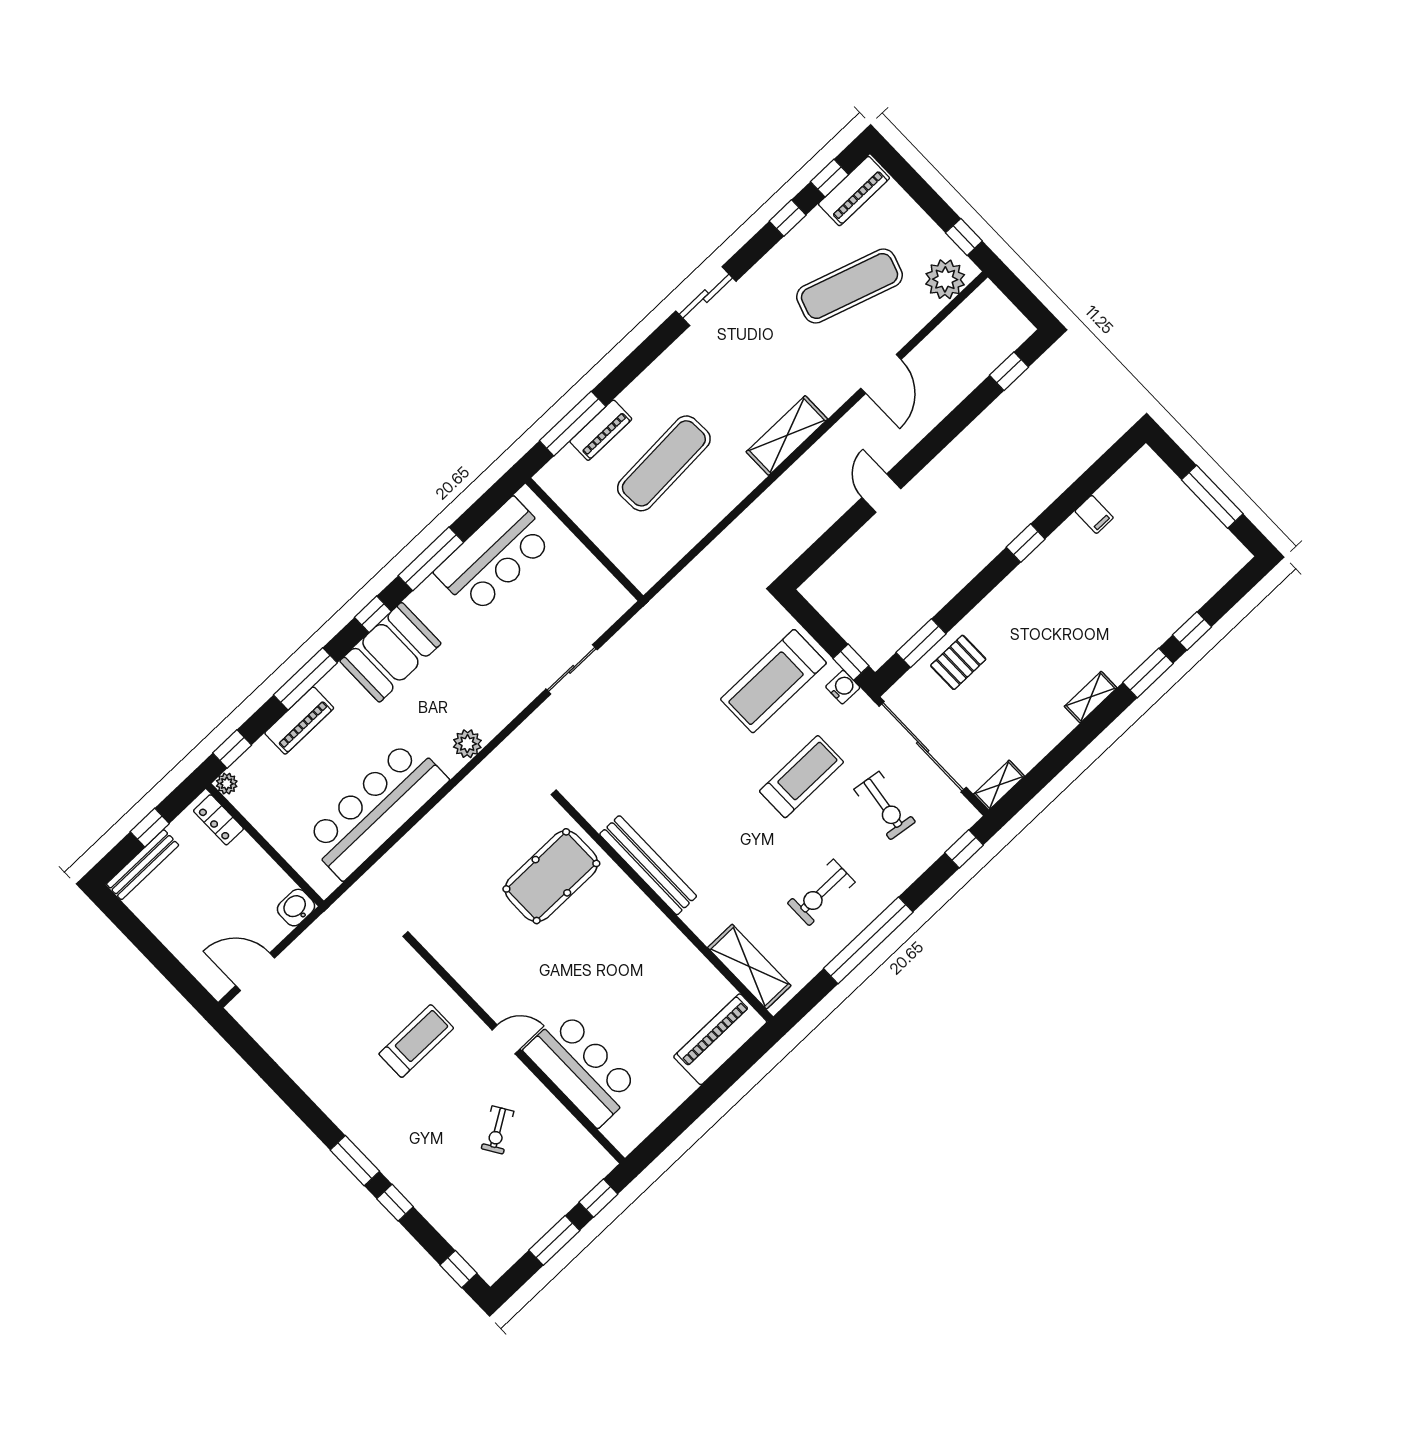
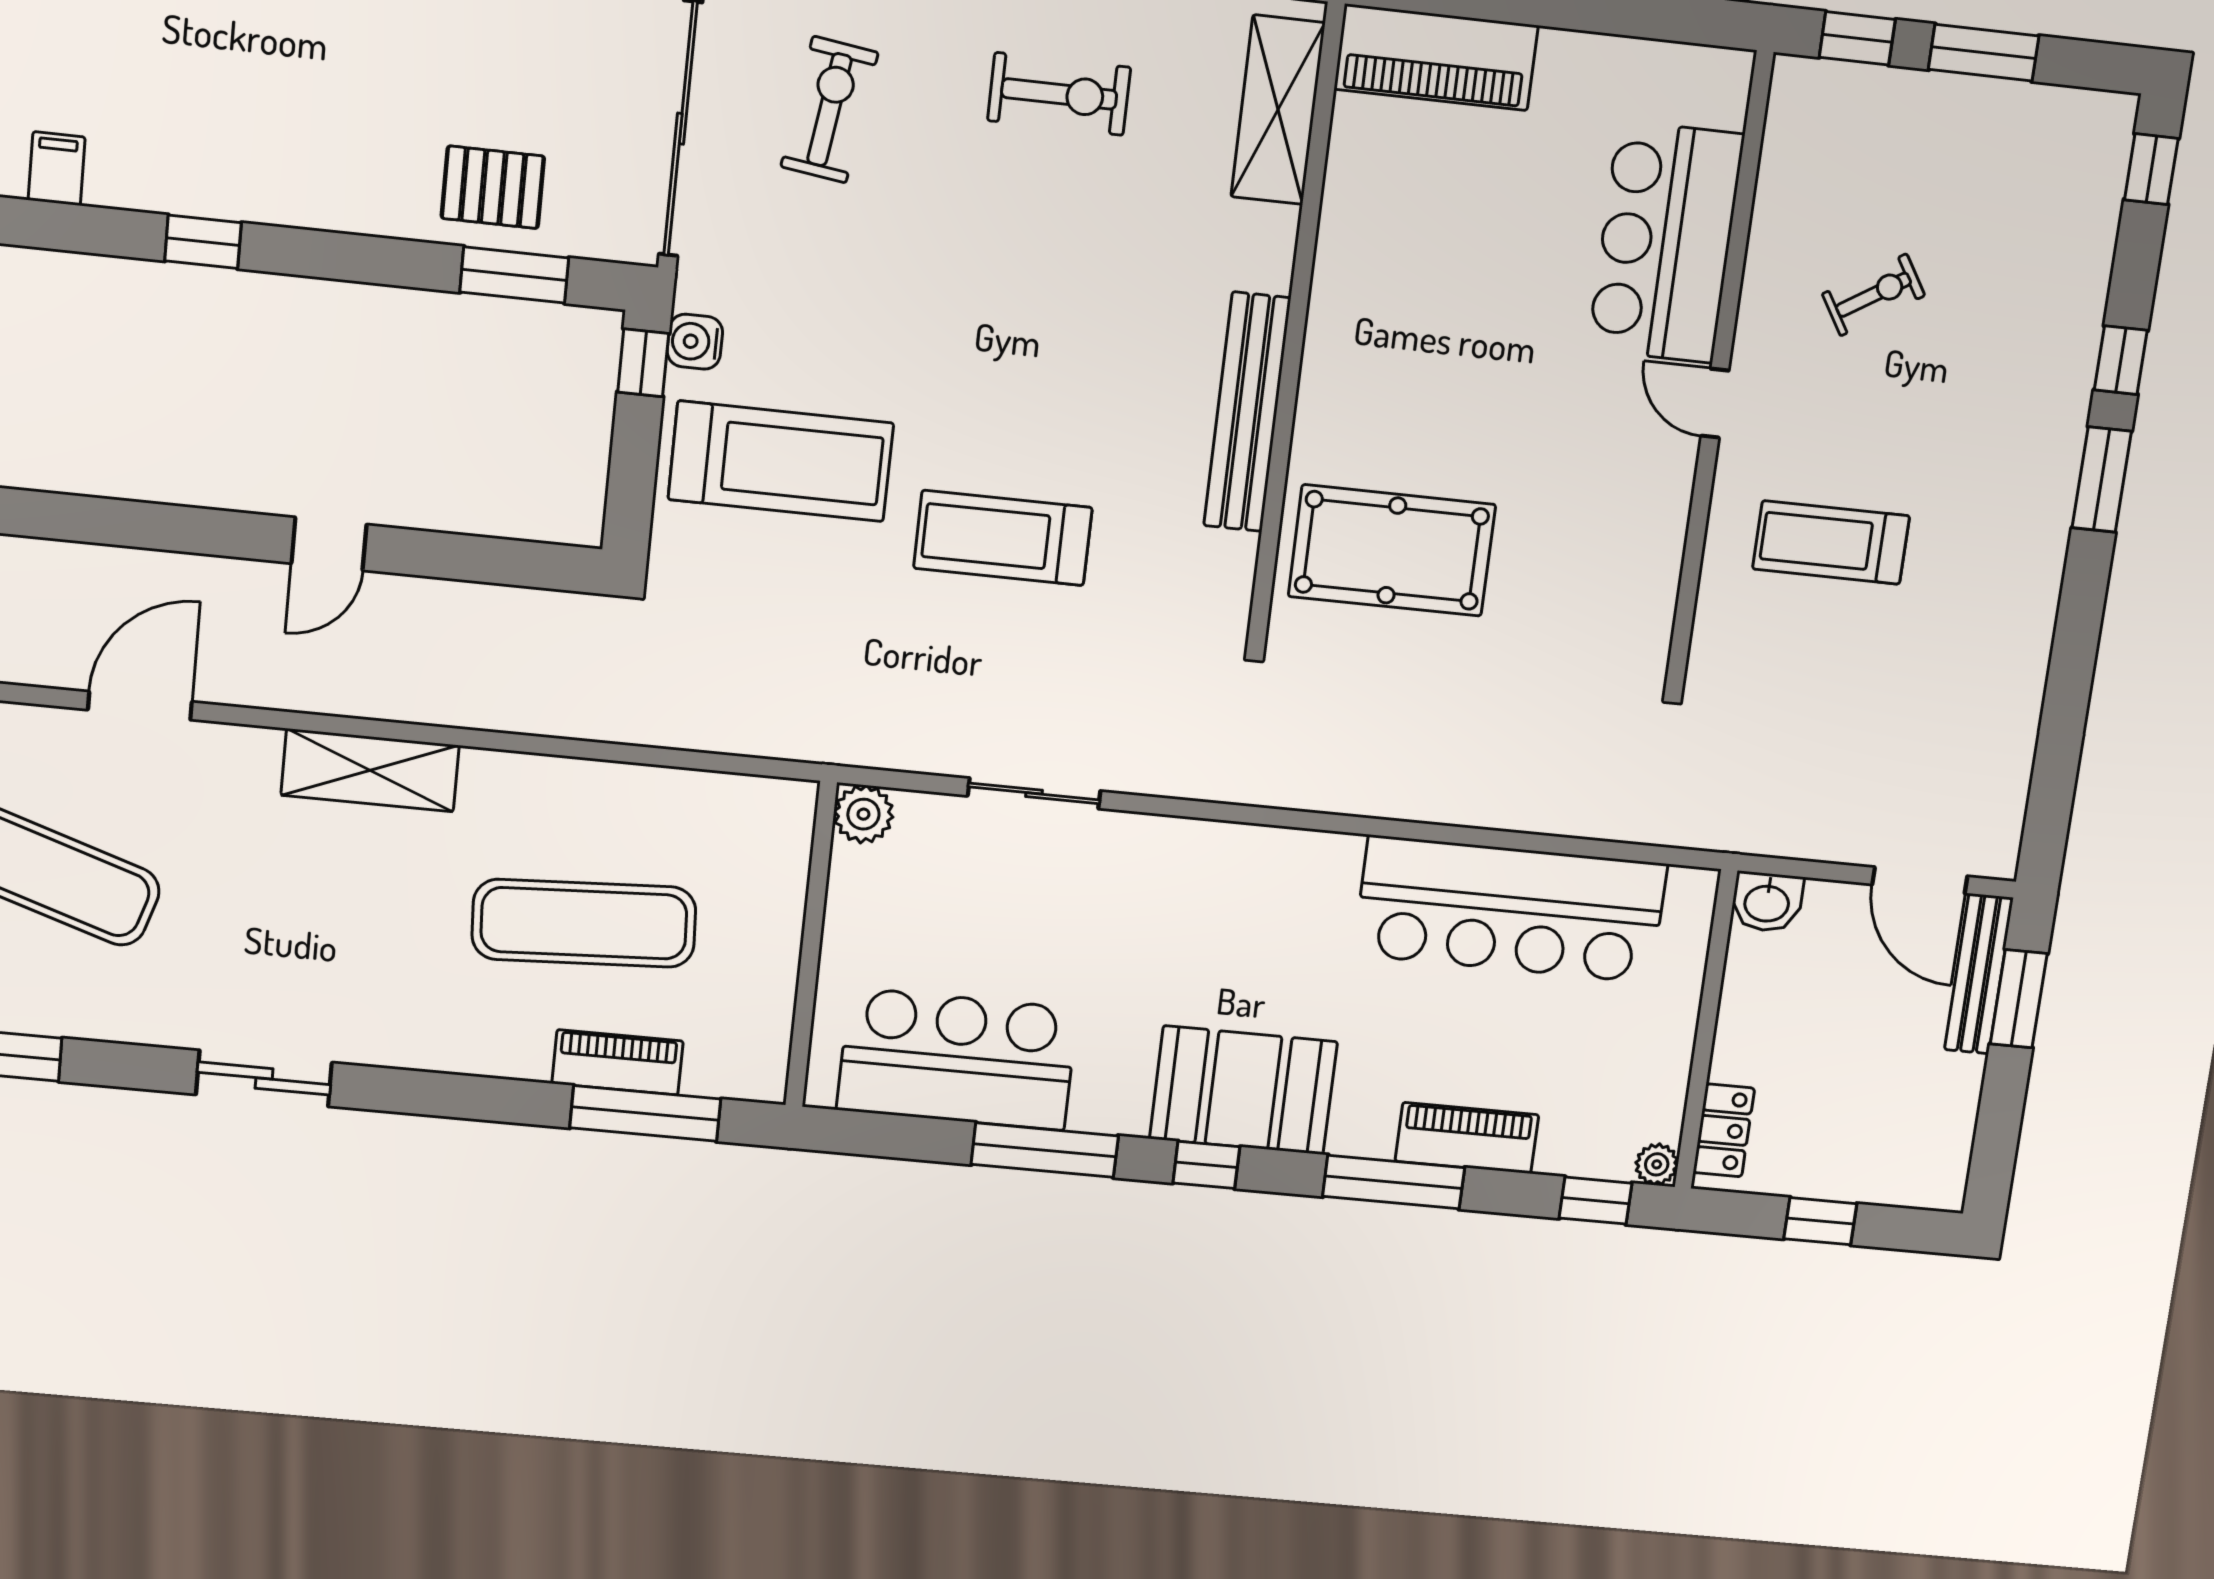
plant: (467, 744) -> (863, 814), moved
treadmill: (801, 777) -> (1003, 538), moved
bench: (143, 865) -> (1979, 974), moved, turned 90
window: (175, 973) -> (2019, 999), added

